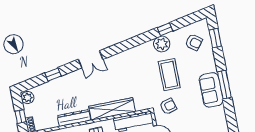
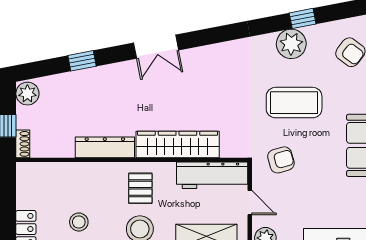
coffee table: (169, 75) -> (294, 103), turned 90

